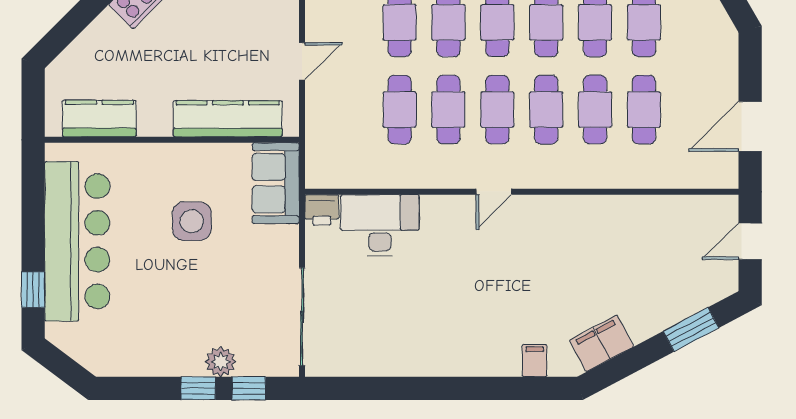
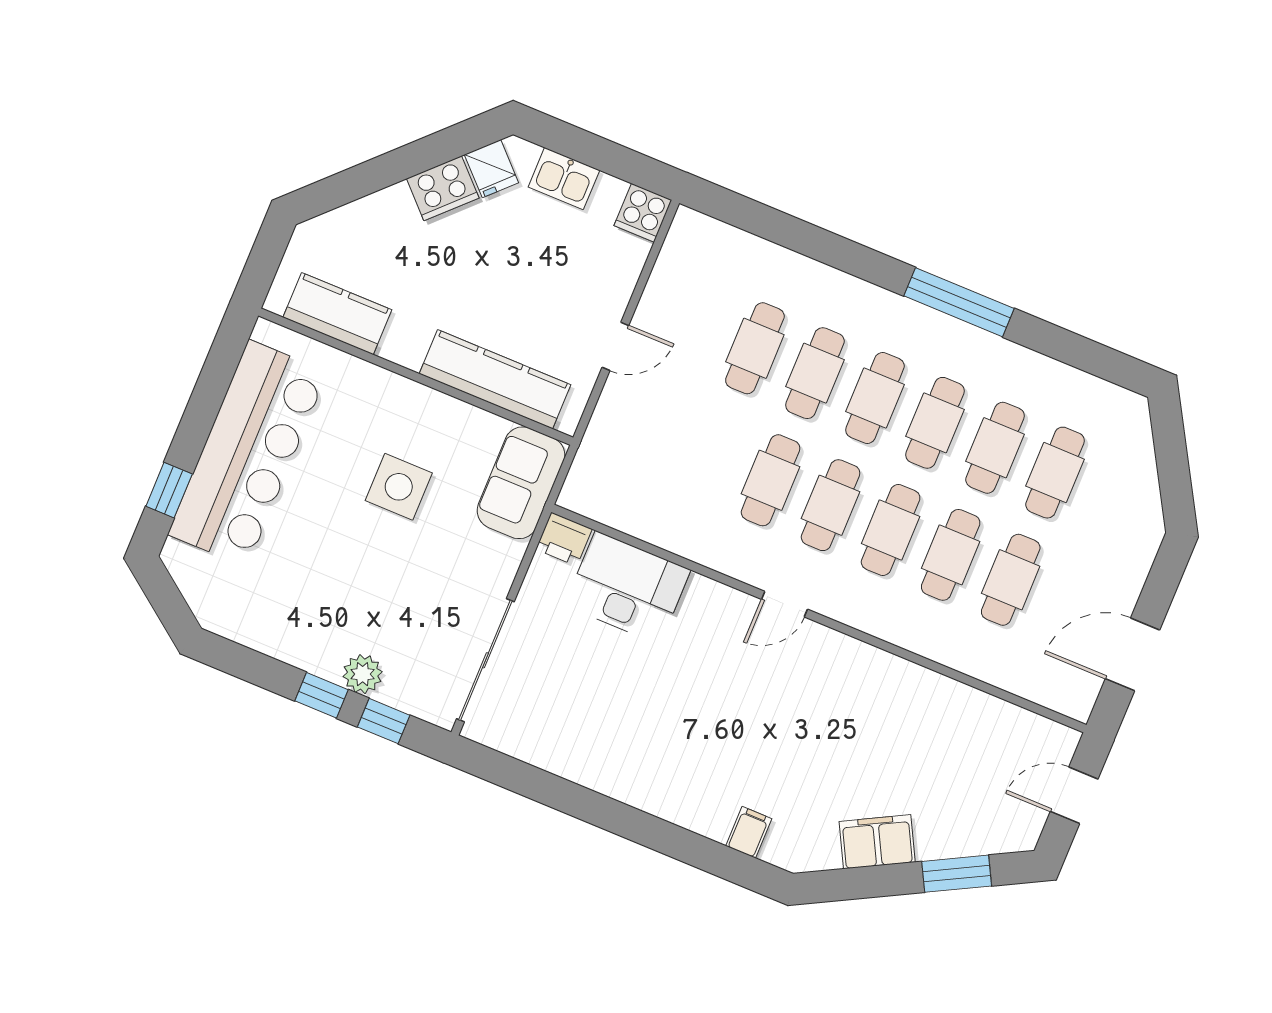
cafe table: (400, 110) -> (711, 455), removed
filing cabinet: (602, 343) -> (877, 842), moved

